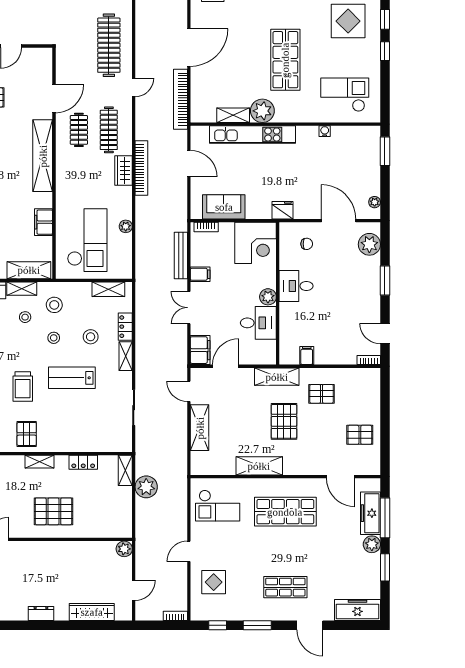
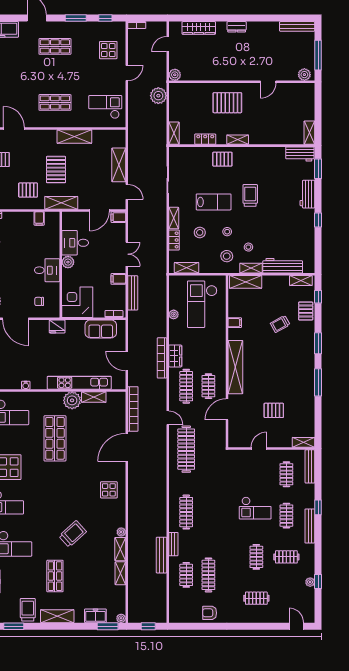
door: (134, 87) -> (168, 418), swing flipped
filing cabinet: (44, 222) -> (235, 323), width x0.50
filing cabinet: (200, 350) -> (118, 217), width x0.50
pallet: (27, 434) -> (222, 159), moved, turned 90
plant: (146, 487) -> (158, 96), moved
shop shelf: (285, 512) -> (55, 102), width x0.70, depth x0.74

